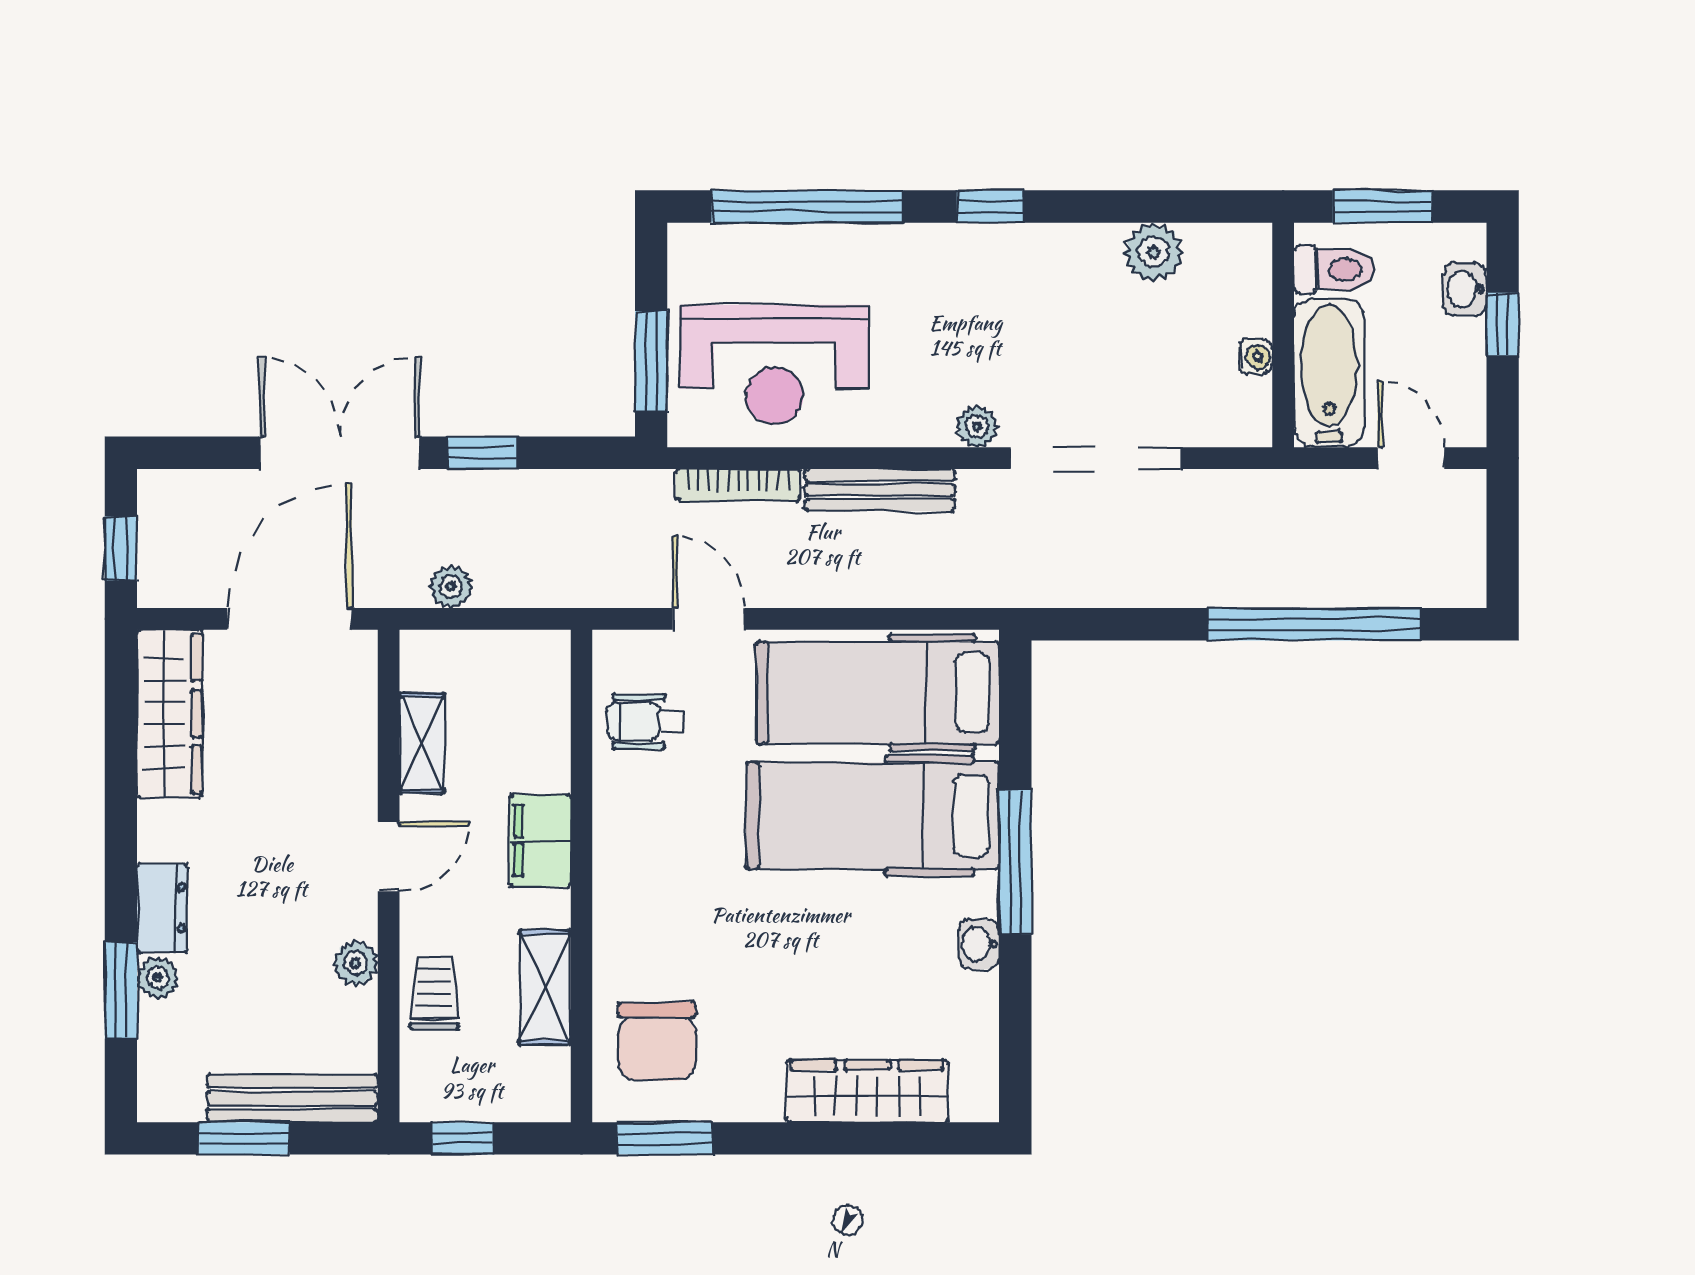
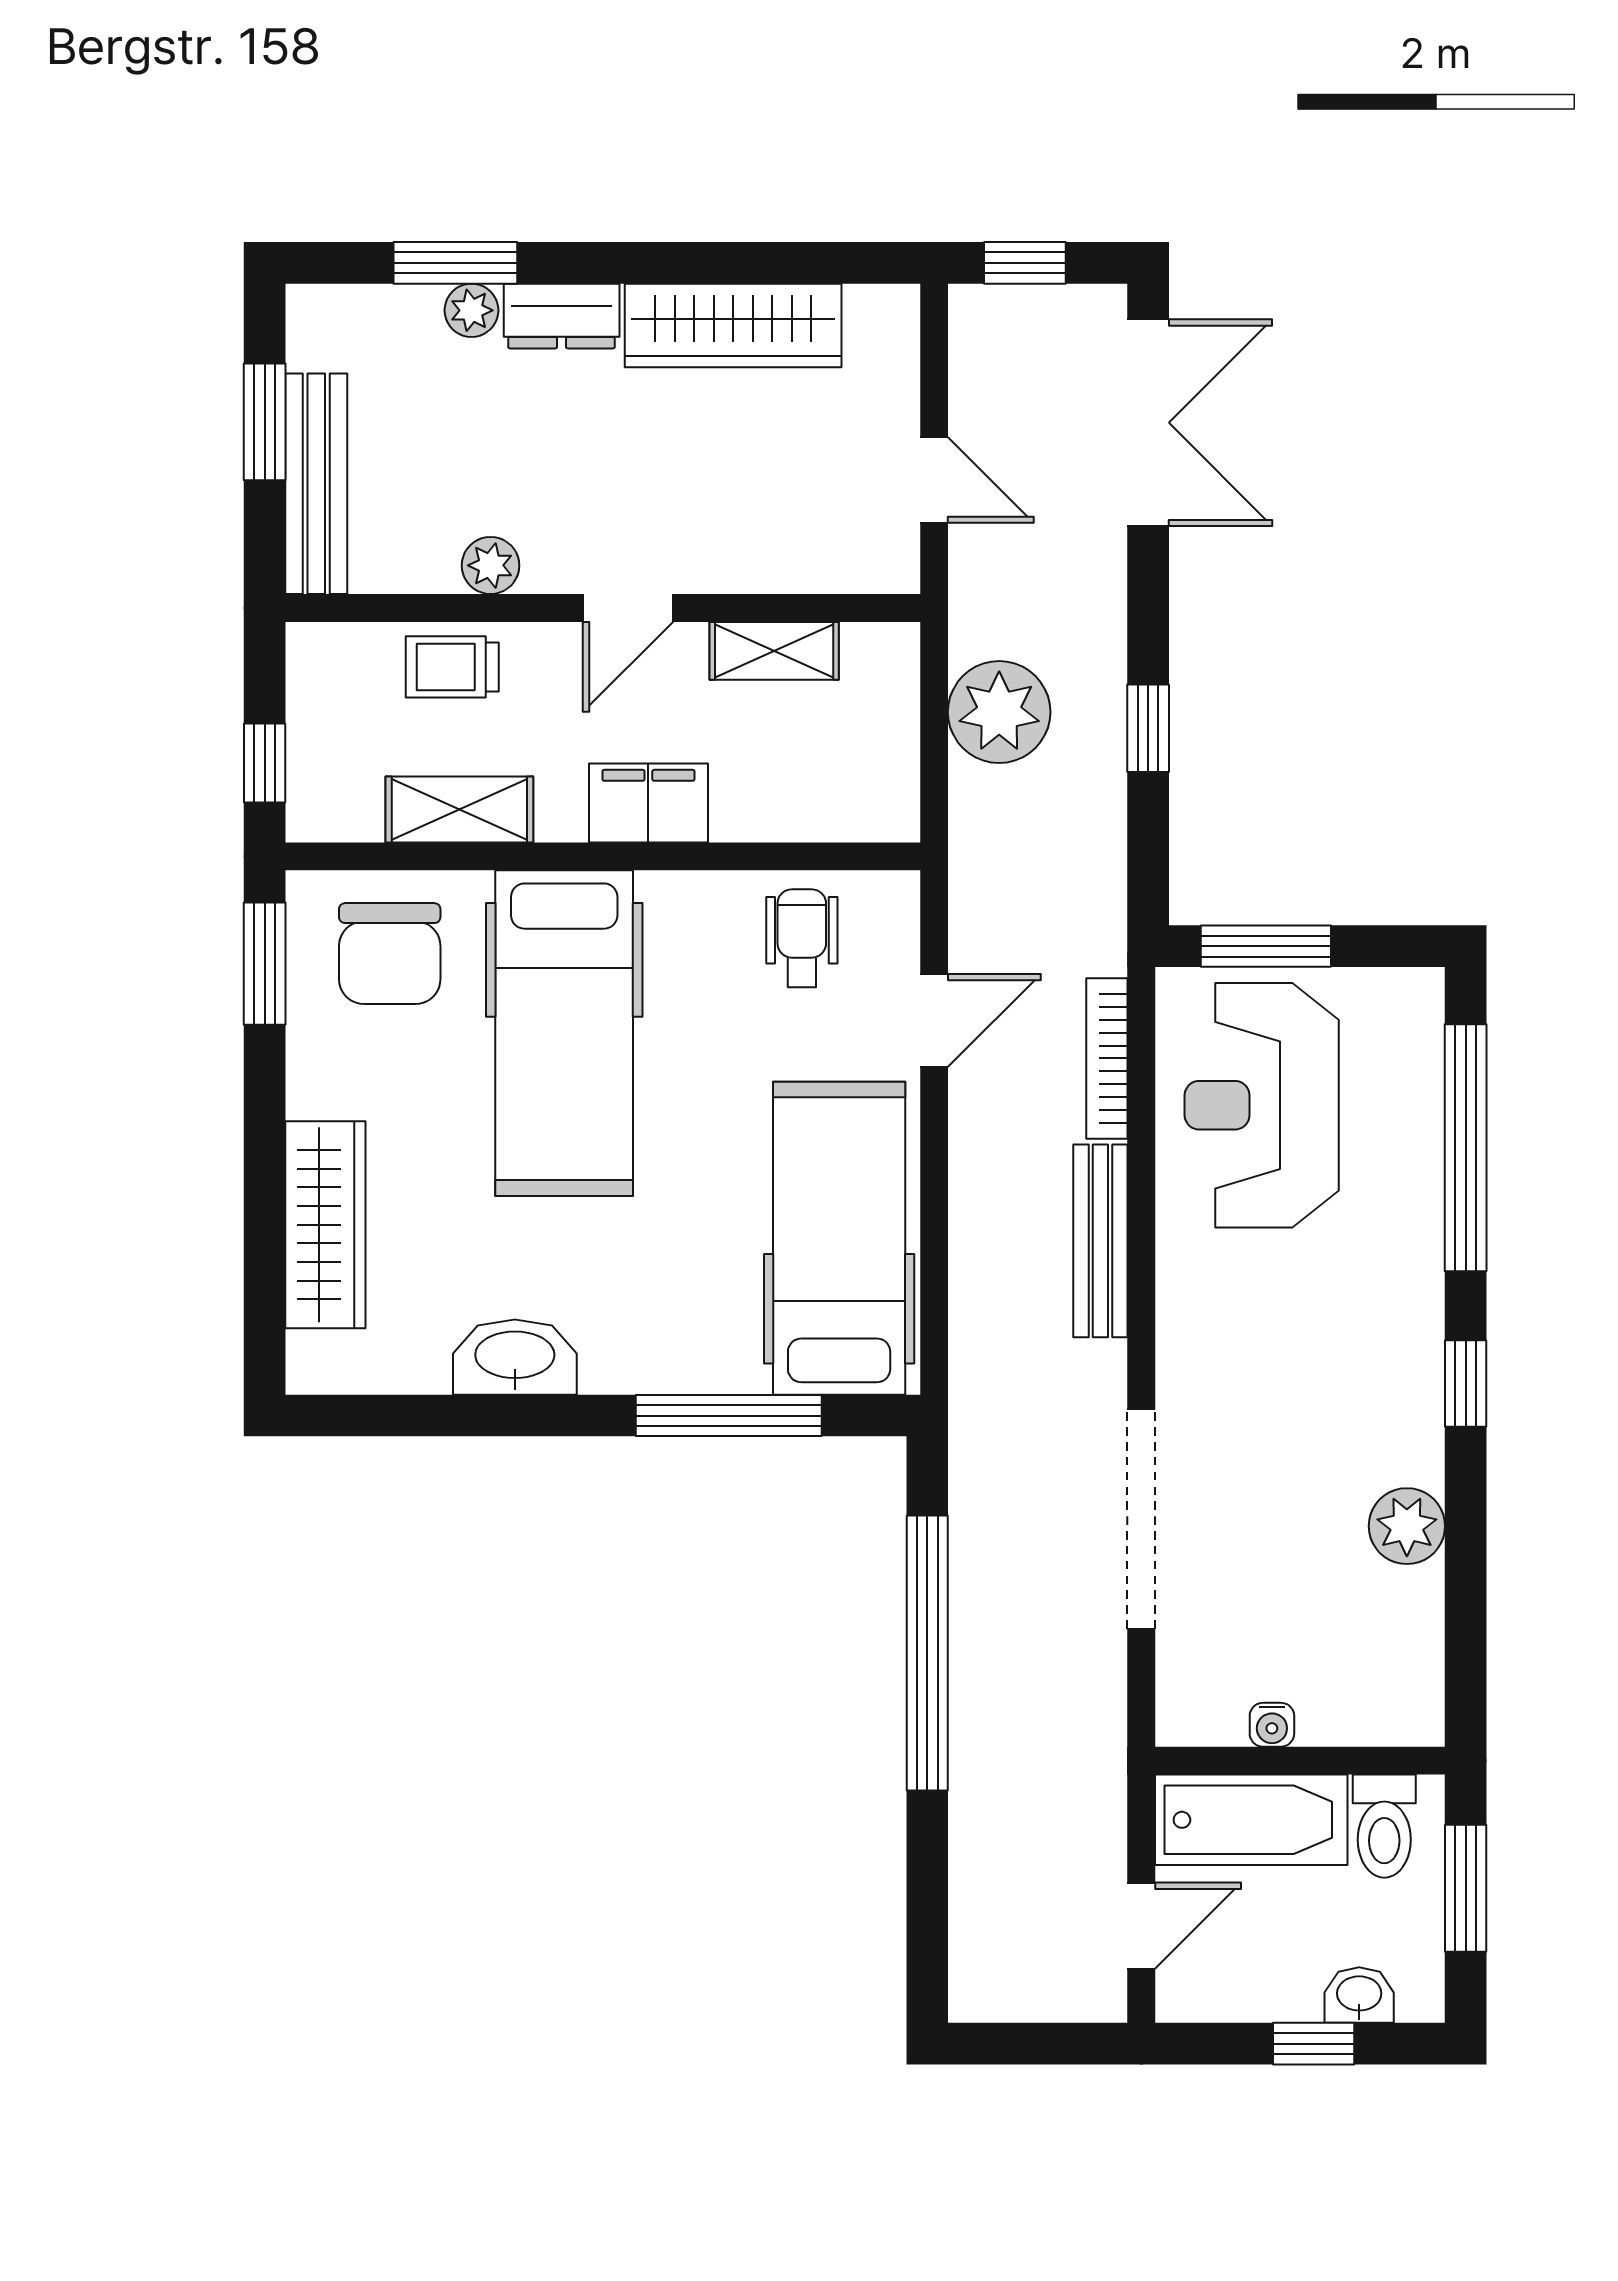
plant: (1154, 252) -> (1407, 1526), moved
plant: (977, 427) -> (1182, 1366), removed
double door: (340, 453) -> (1148, 423), moved
plant: (451, 587) -> (999, 712), width x1.87, depth x1.87
door: (289, 619) -> (934, 480), width x0.53
window: (1314, 624) -> (927, 1653), moved
wardrobe: (169, 714) -> (733, 325), moved
hospital bed: (873, 816) -> (564, 1033), moved, turned 180
door: (389, 856) -> (628, 608), hinge flipped
window: (1015, 862) -> (729, 1416), moved
washbasin: (979, 944) -> (515, 1357), width x1.91, depth x1.45
trolley: (434, 993) -> (452, 667), turned 180
chair: (657, 1041) -> (390, 954), turned -90
window: (462, 1138) -> (265, 763), moved

